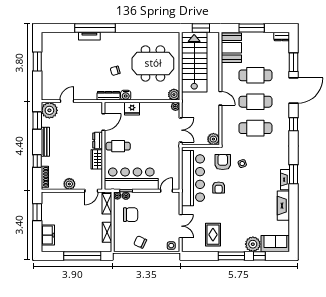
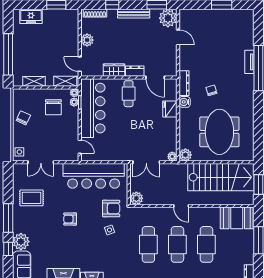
door: (220, 98) -> (181, 206), hinge flipped
armchair: (219, 188) -> (70, 219), moved

